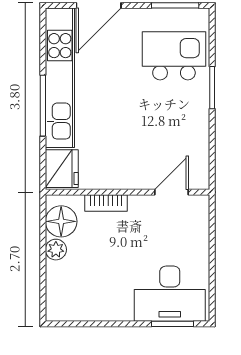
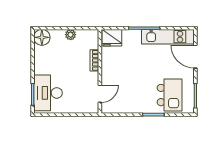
kitchen unit: (60, 78) -> (168, 37), width x0.73
door: (172, 192) -> (100, 94), hinge flipped
floor lamp: (61, 221) -> (42, 37), moved

